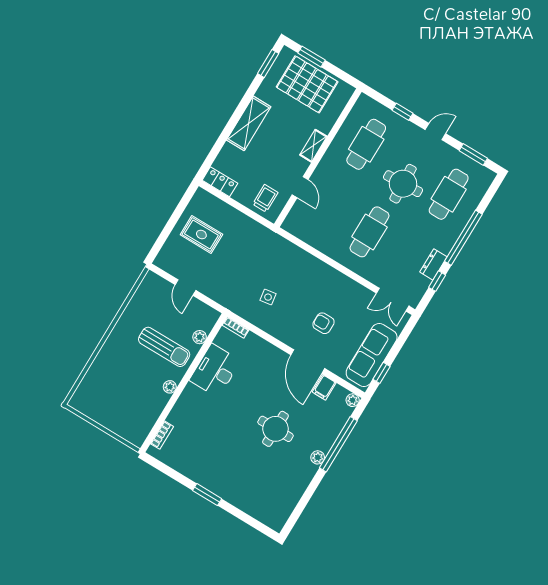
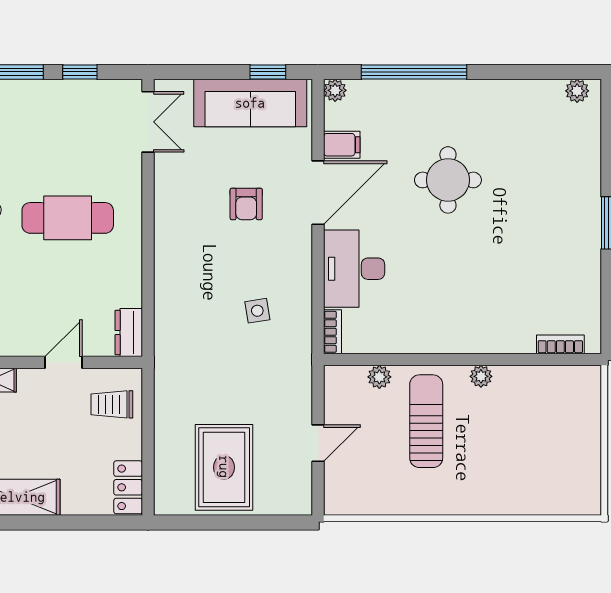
rug: (201, 234) -> (224, 467), width x1.36, depth x1.43
dresser: (433, 264) -> (129, 333), moved, turned 90
desk: (215, 371) -> (354, 269), moved, turned 90
plant: (318, 457) -> (577, 91), moved

